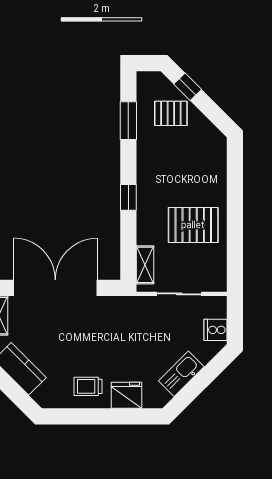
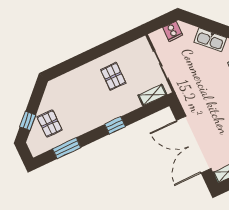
pallet: (193, 225) -> (113, 76), width x0.67, depth x0.71

